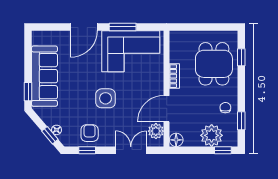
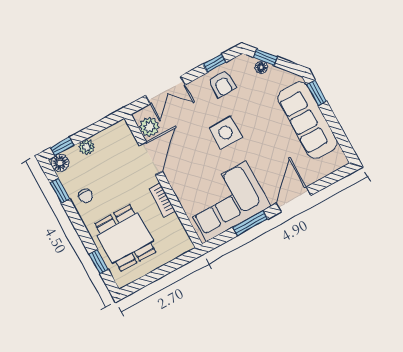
plant: (212, 135) -> (87, 147), width x0.53, depth x0.53
floor lamp: (176, 140) -> (60, 163), moved

